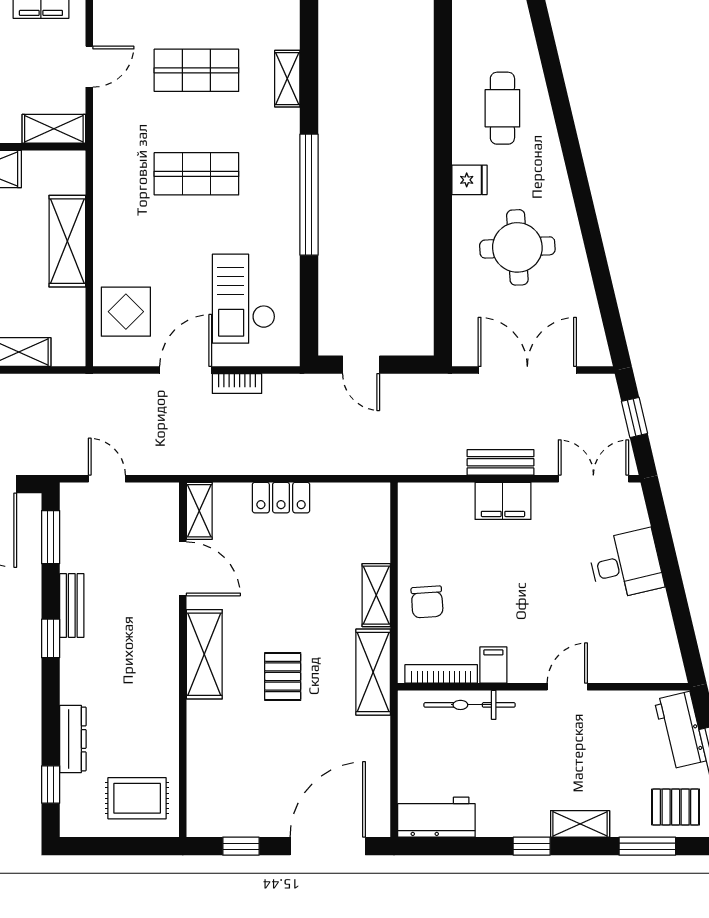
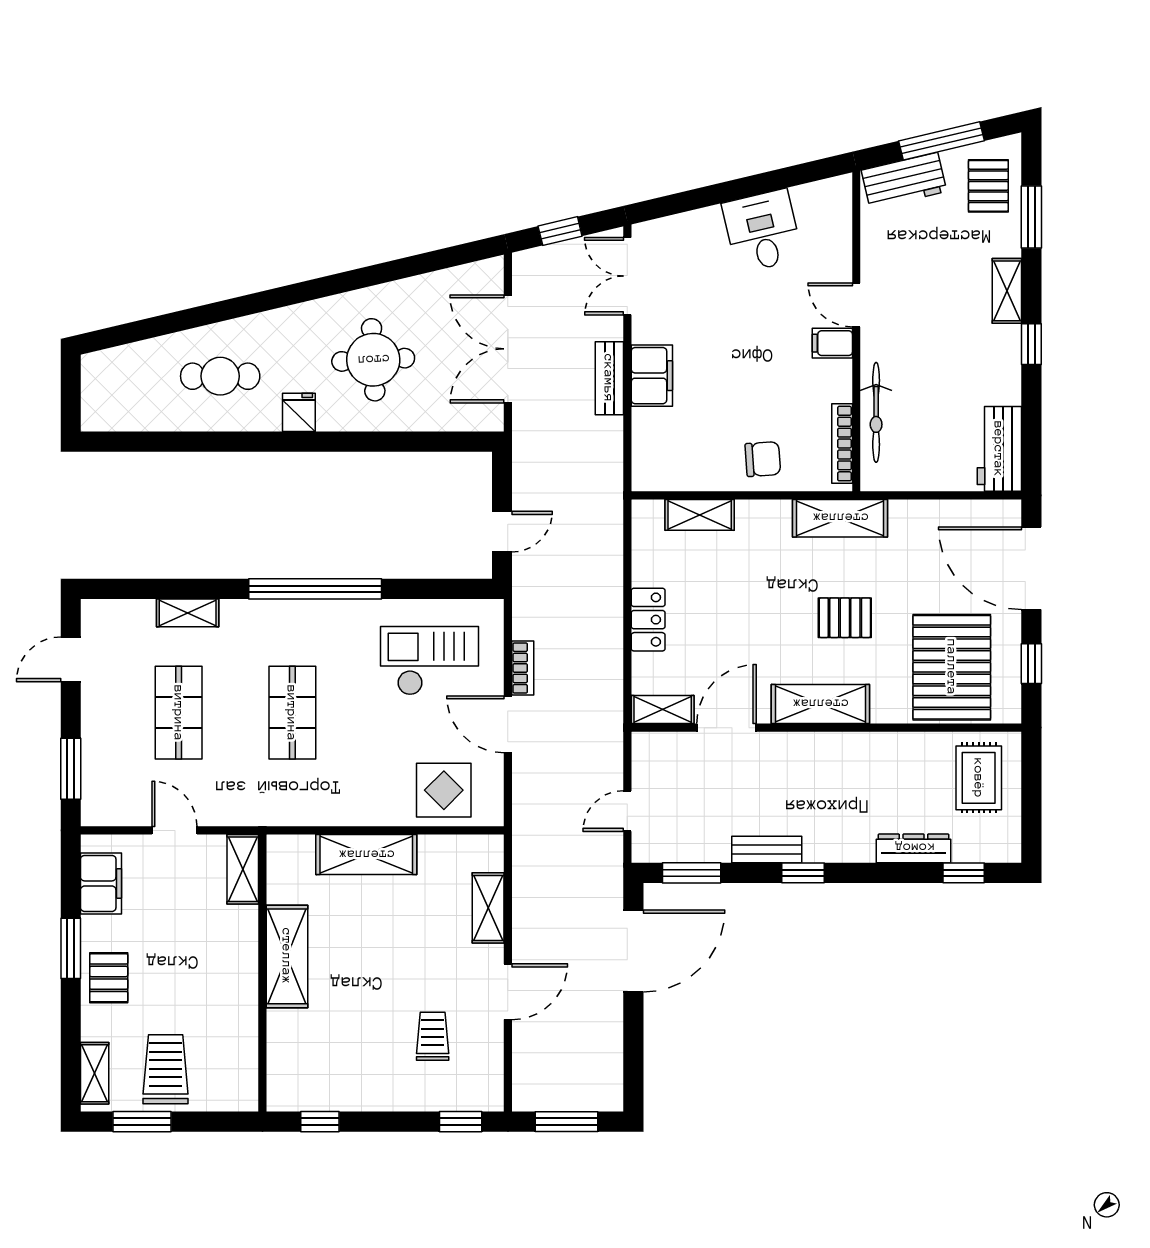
checkout: (244, 299) -> (430, 661), turned 180
desk: (626, 564) -> (762, 231), moved
shelving: (376, 595) -> (700, 515), moved
filing cabinet: (493, 665) -> (832, 343), moved
pallet: (238, 774) -> (952, 667), added

